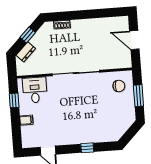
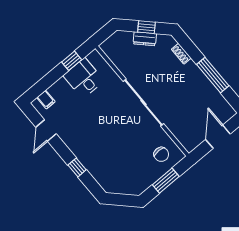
window: (91, 14) -> (213, 75), added
dresser: (26, 52) -> (145, 39), moved
desk: (35, 90) -> (84, 78), moved, turned -90
filing cabinet: (26, 120) -> (46, 100), moved

